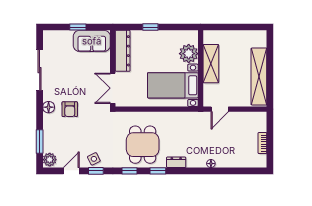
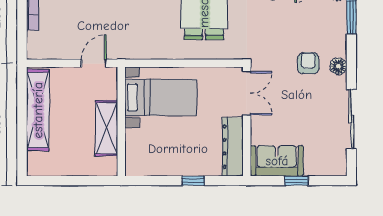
plant: (189, 54) -> (138, 143), removed

